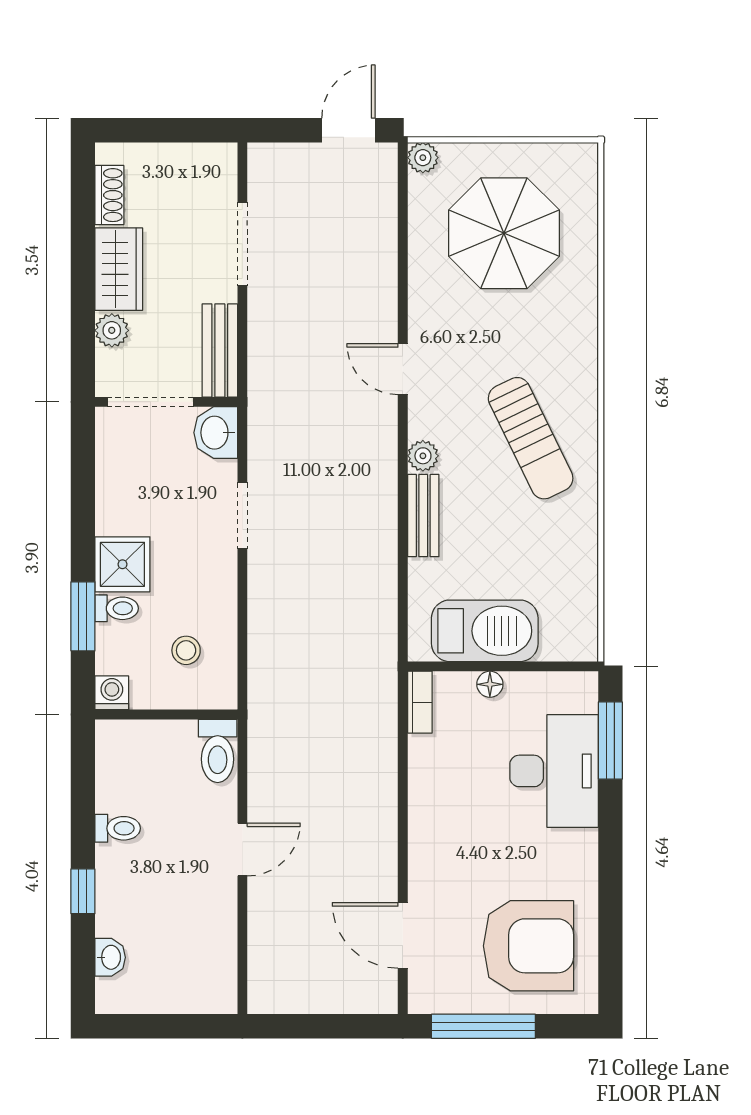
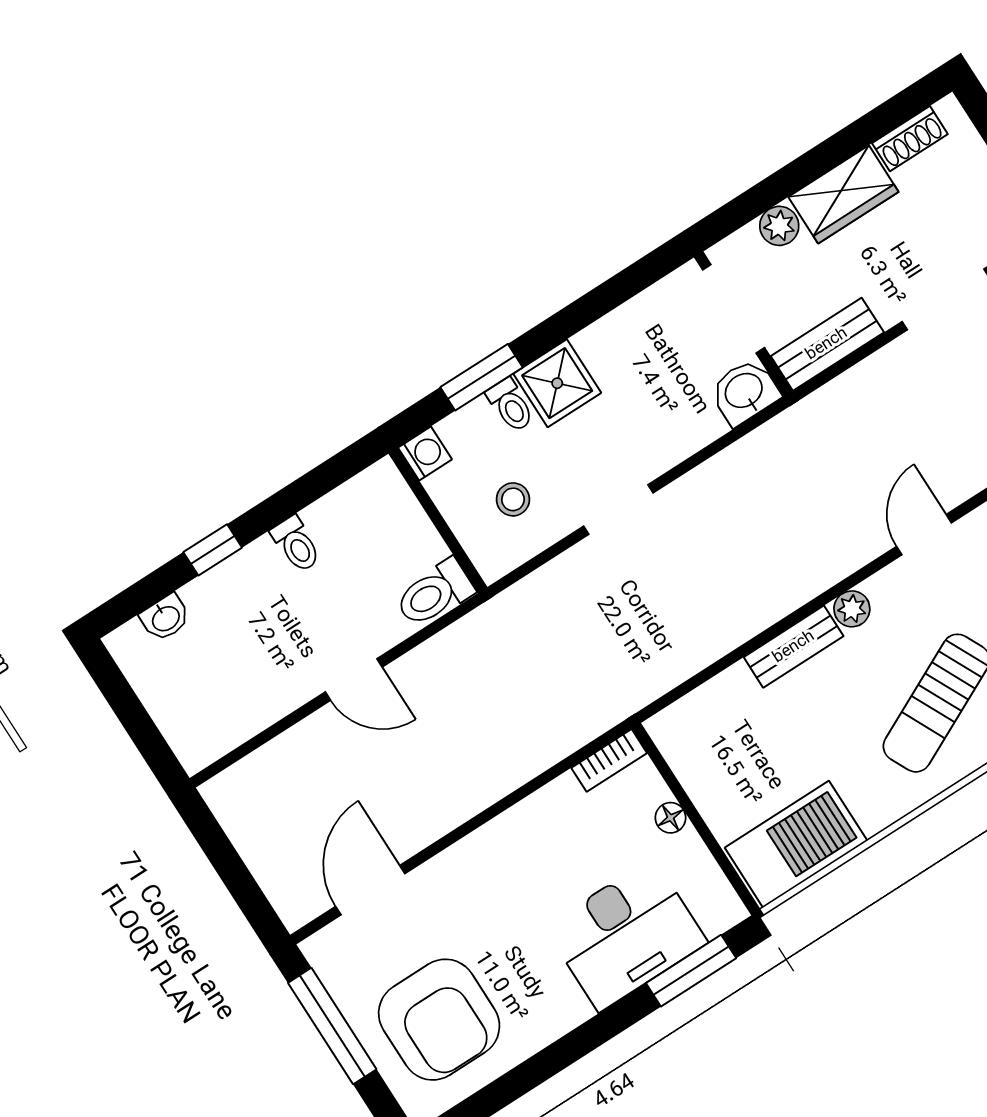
doorway: (242, 516) -> (618, 510), moved
barbecue: (485, 631) -> (796, 844), moved, turned -90

